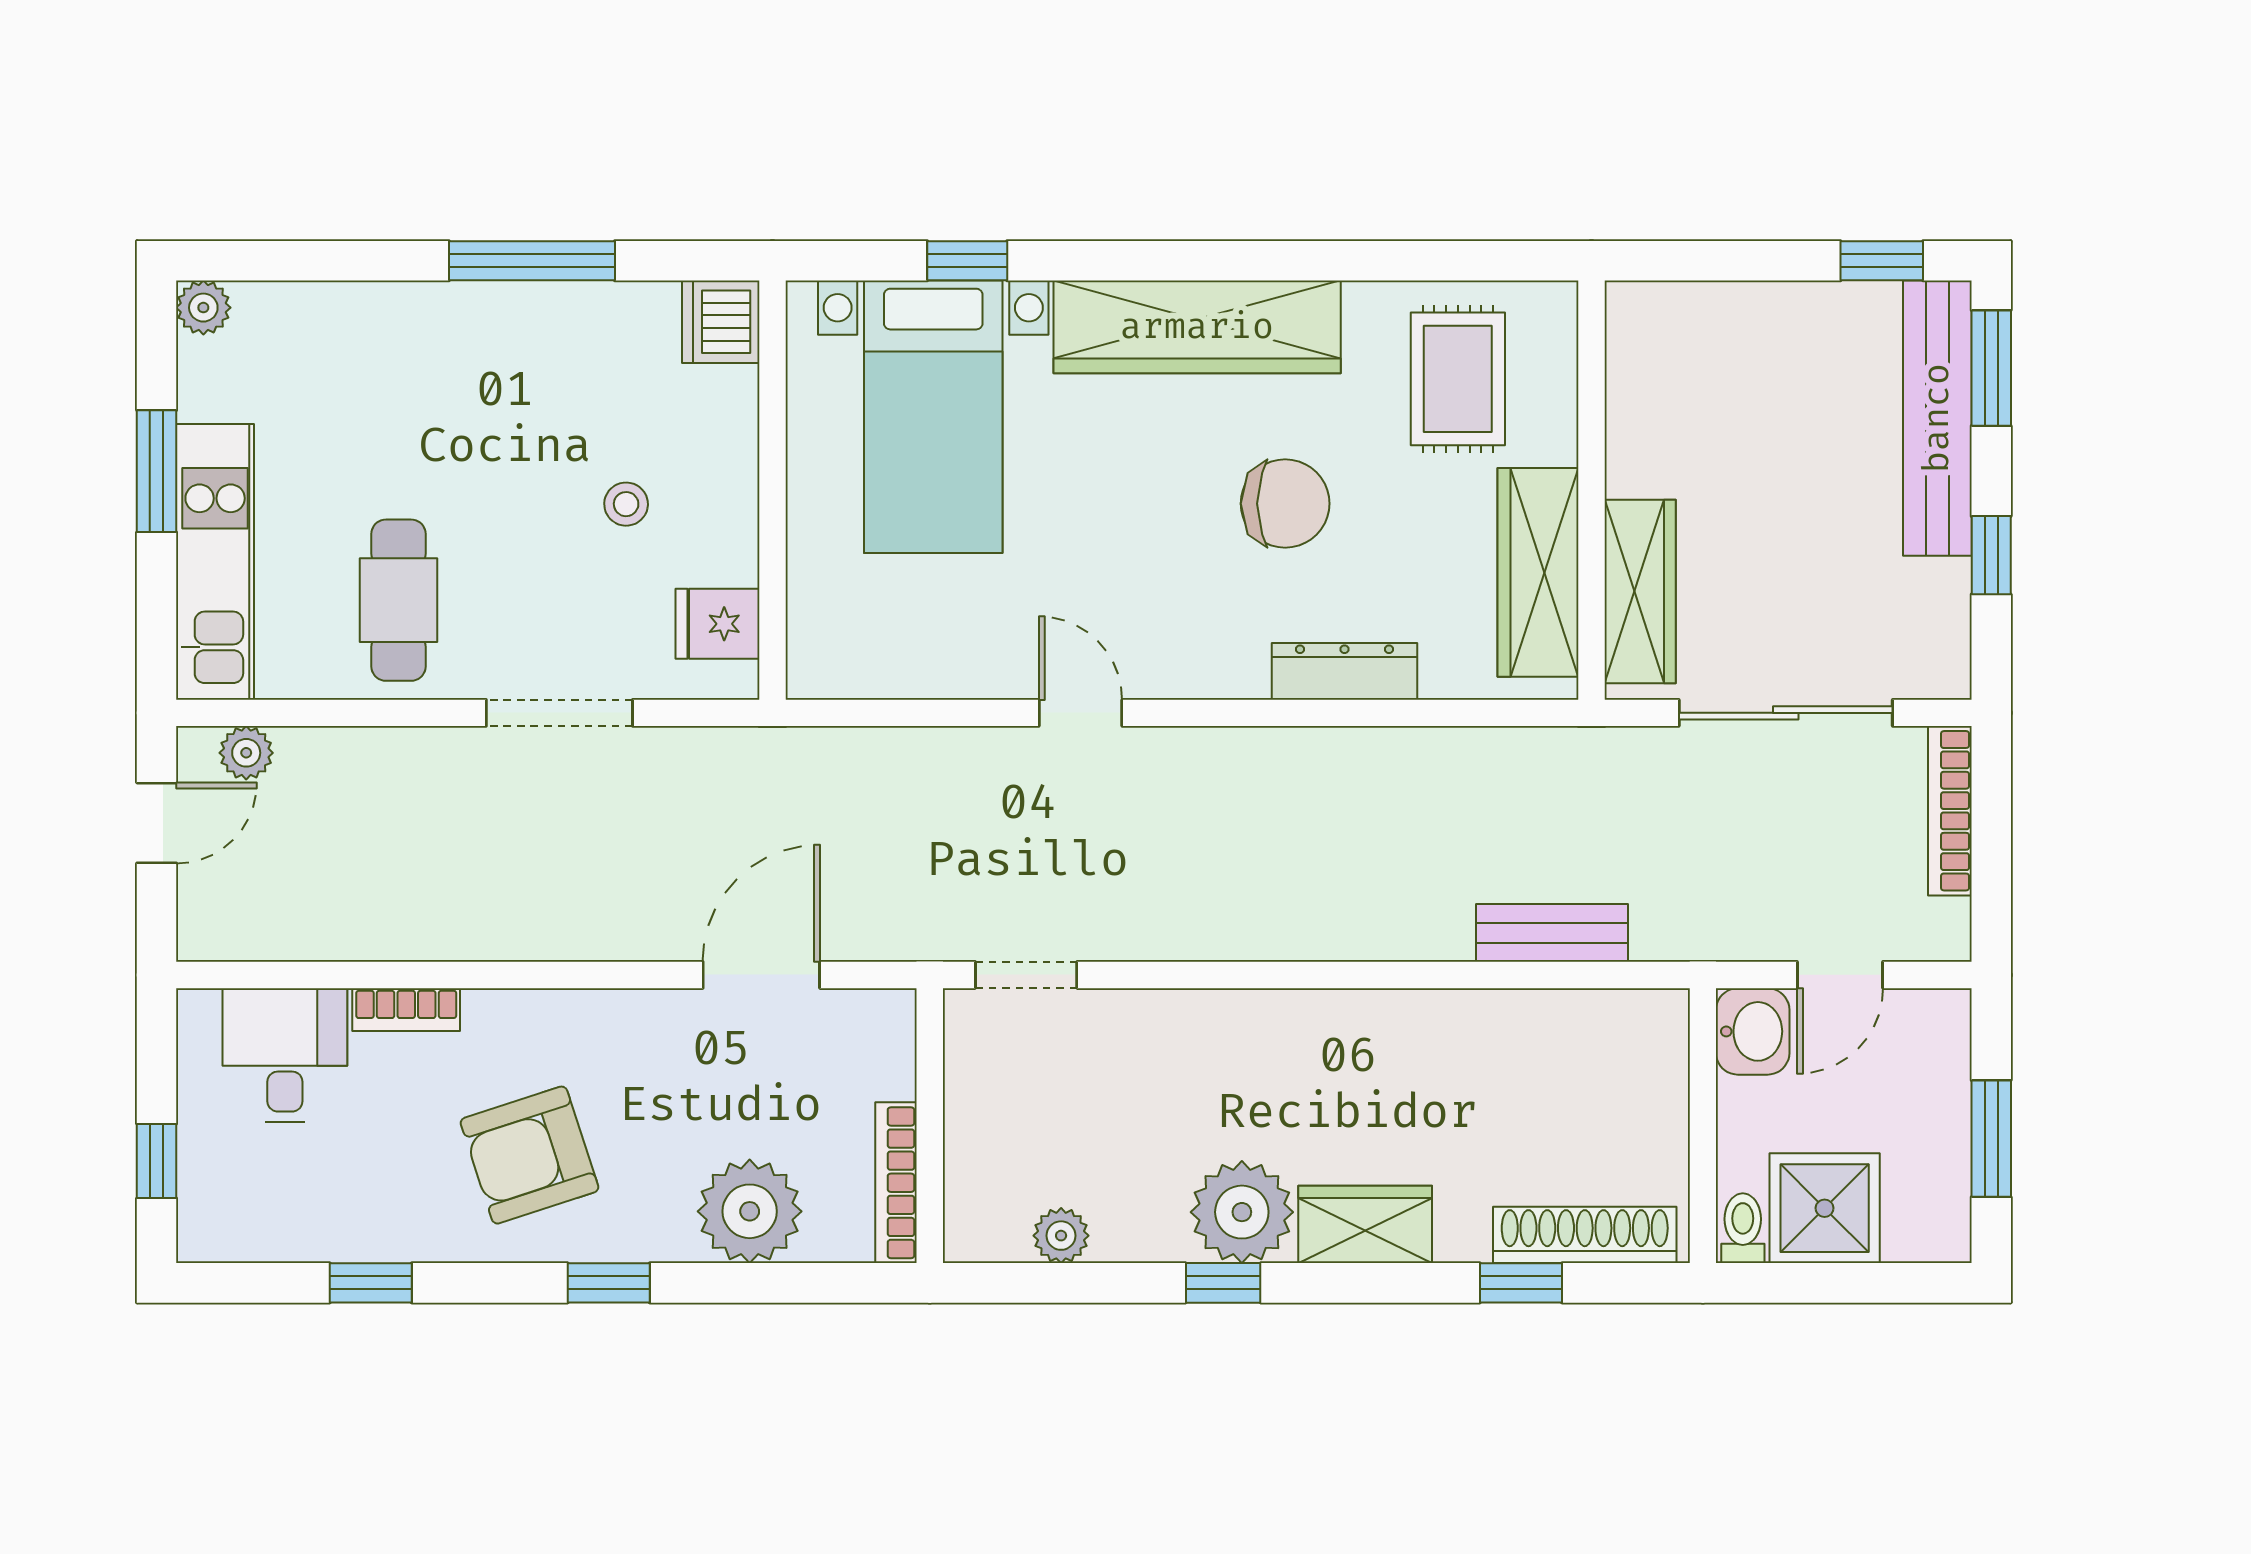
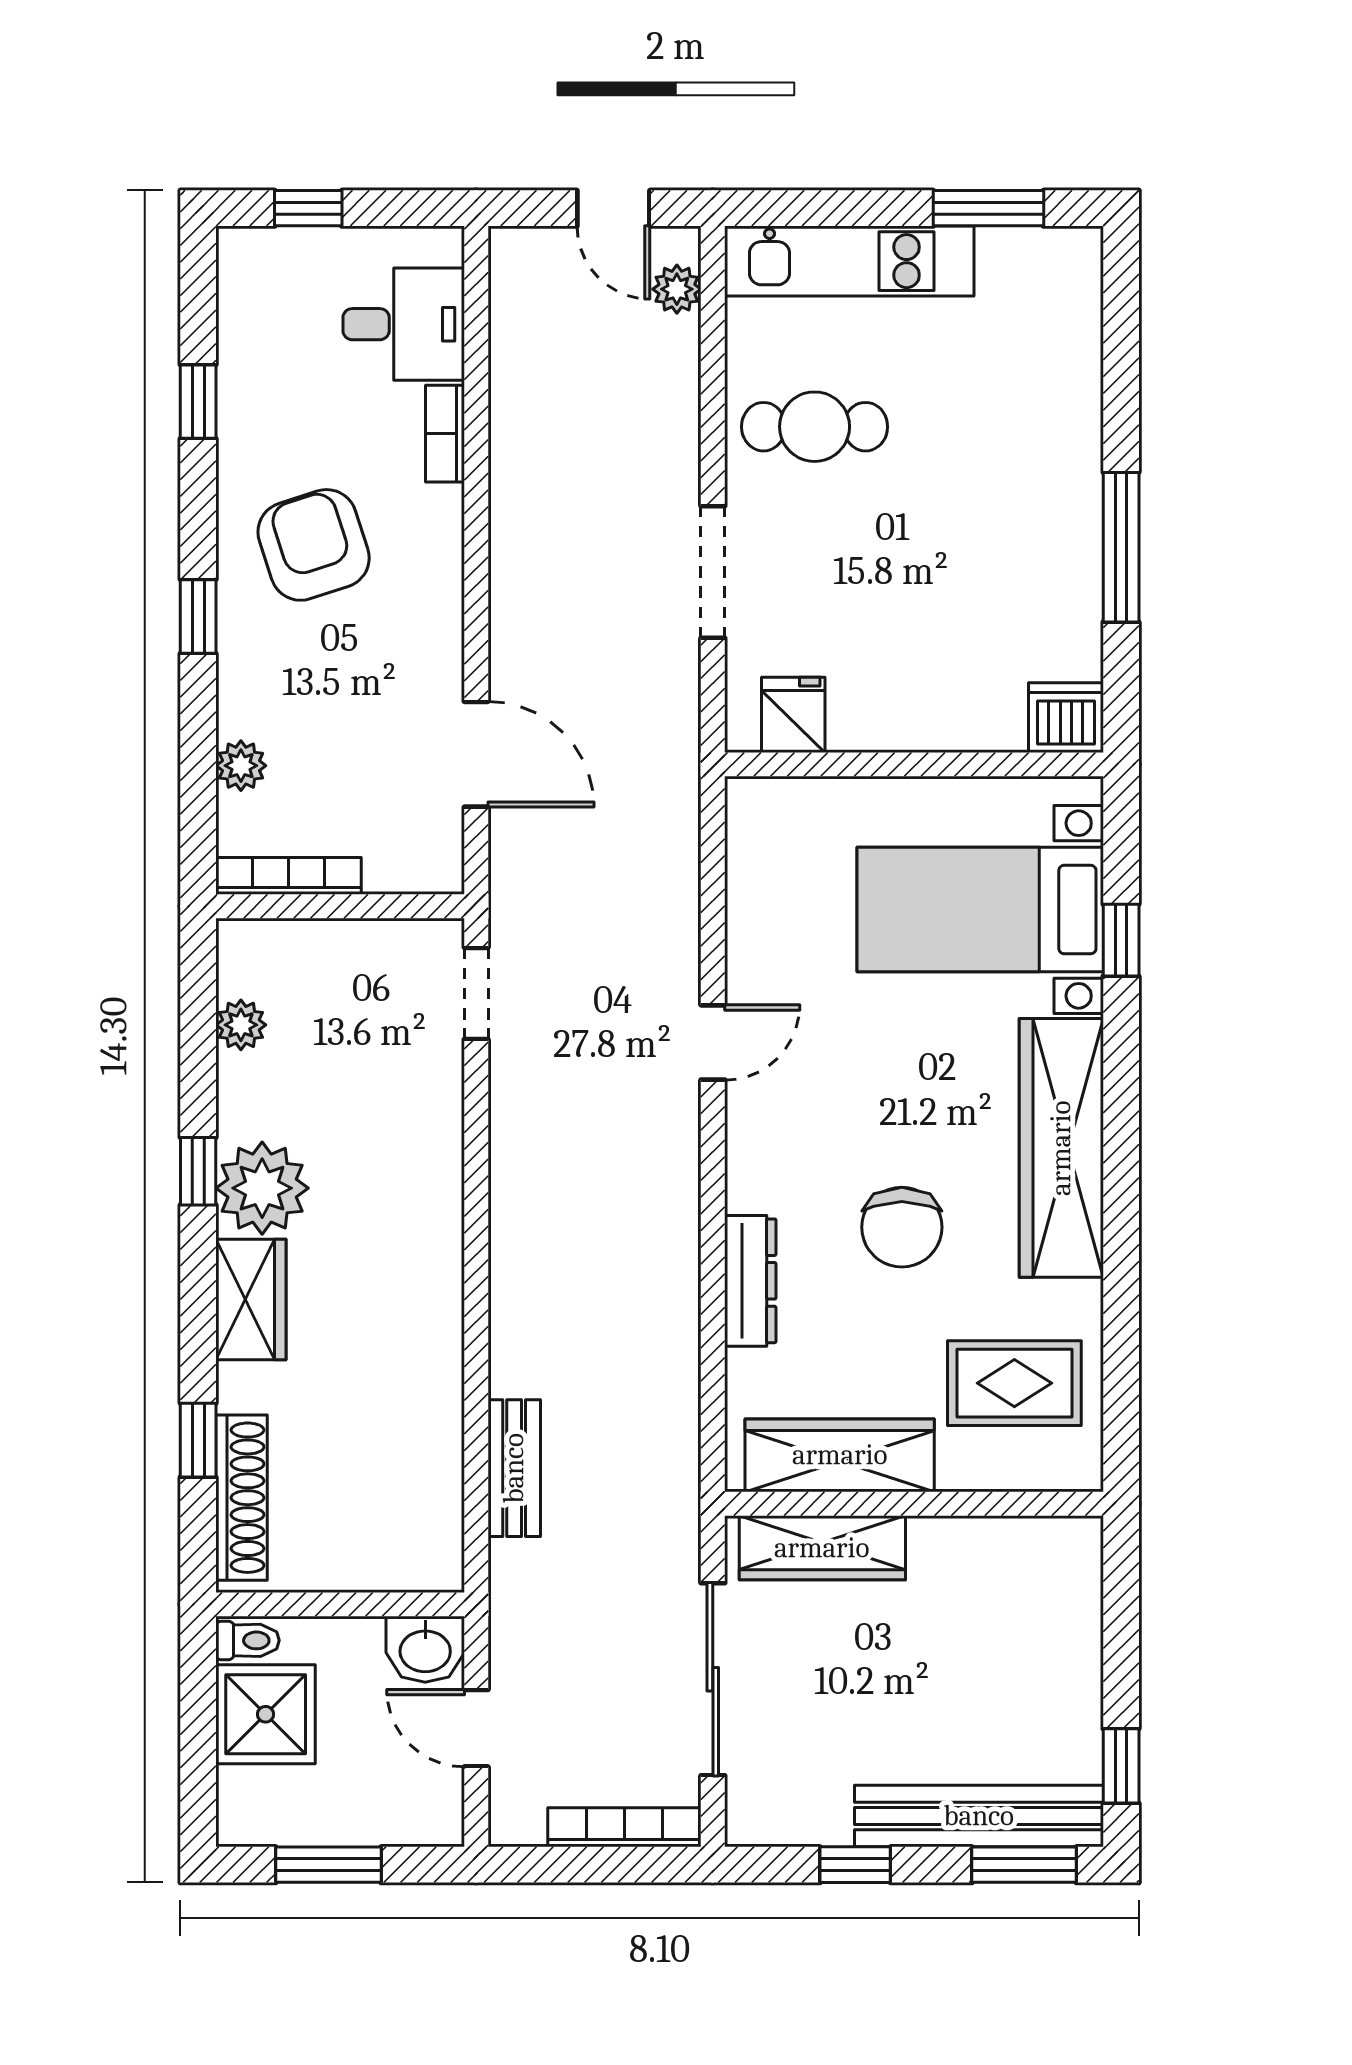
plant: (203, 308) -> (1079, 251), removed
window: (157, 471) -> (988, 208), moved
stool: (626, 504) -> (901, 632), removed
plant: (750, 1211) -> (241, 766), width x0.53, depth x0.53

